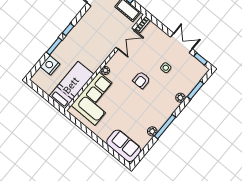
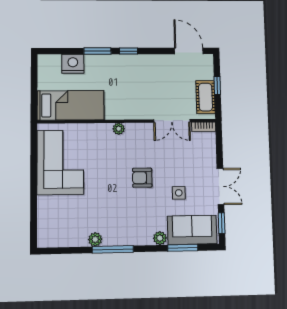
corner sofa: (97, 99) -> (60, 162), moved, turned -90
sofa: (124, 146) -> (192, 230), moved, turned -90

